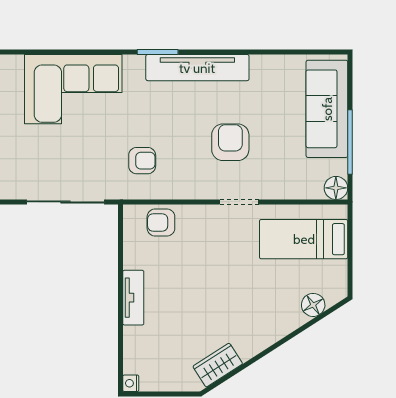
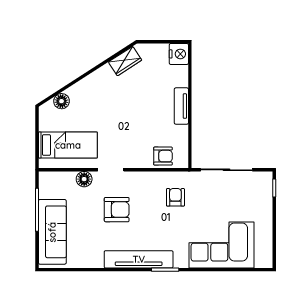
armchair: (230, 142) -> (117, 210), turned -90
armchair: (142, 161) -> (175, 197), turned 90
floor lamp: (336, 188) -> (84, 179), moved
nightstand: (131, 383) -> (179, 54), width x1.89, depth x1.79

